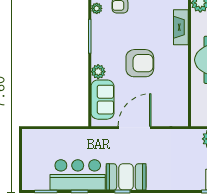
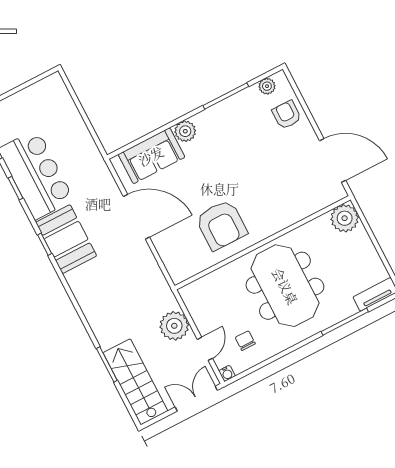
fireplace: (181, 27) -> (299, 209), removed
armchair: (140, 63) -> (221, 225), moved

